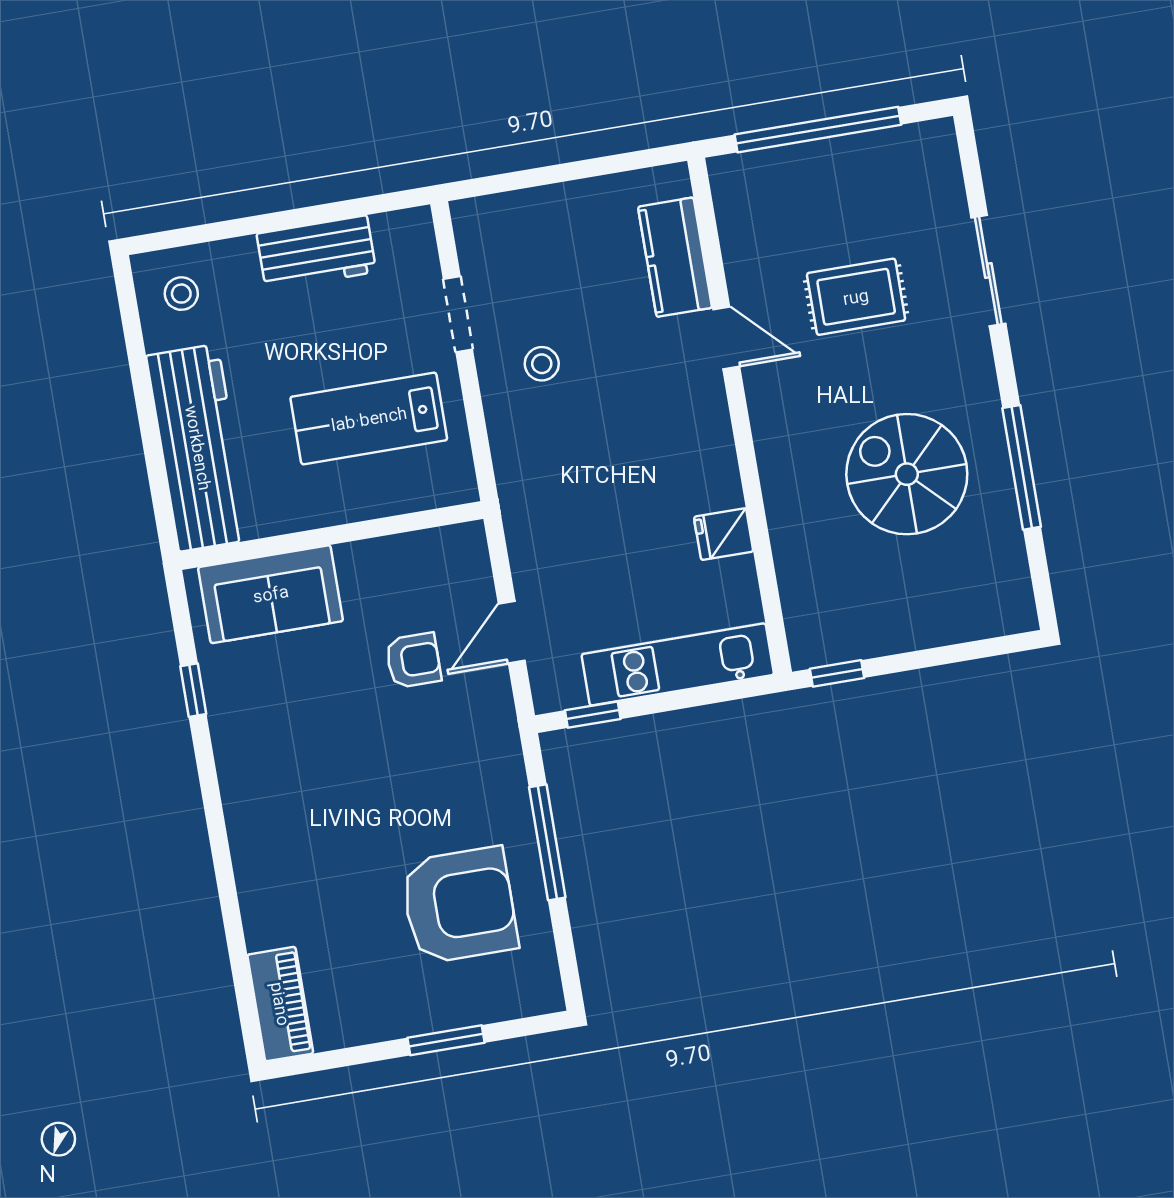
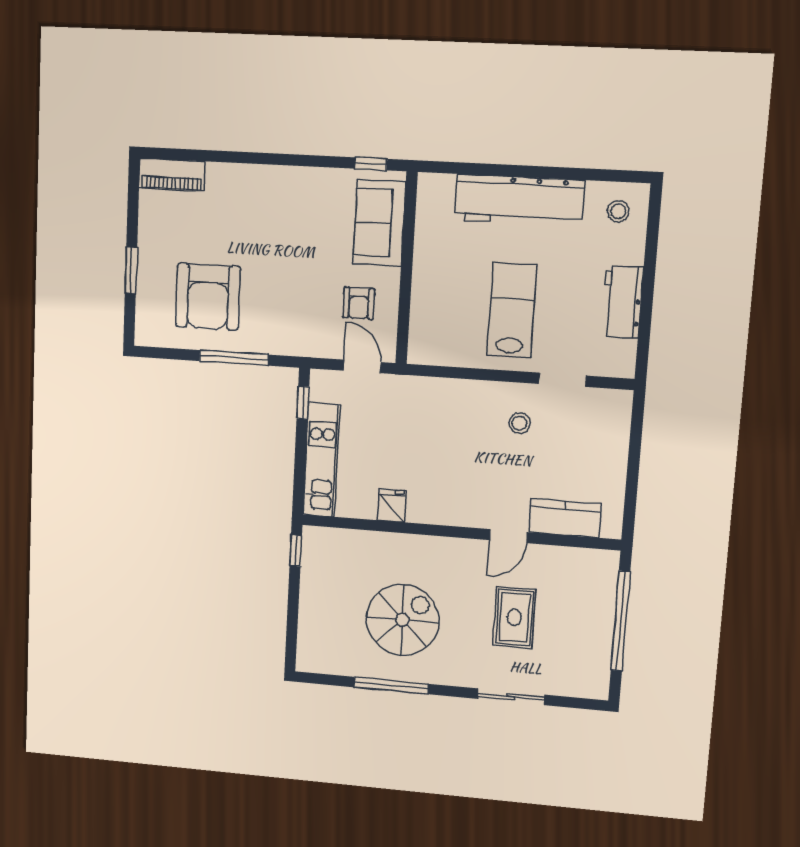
wall: (331, 536) -> (406, 268), moved
sofa: (271, 594) -> (379, 223), moved

